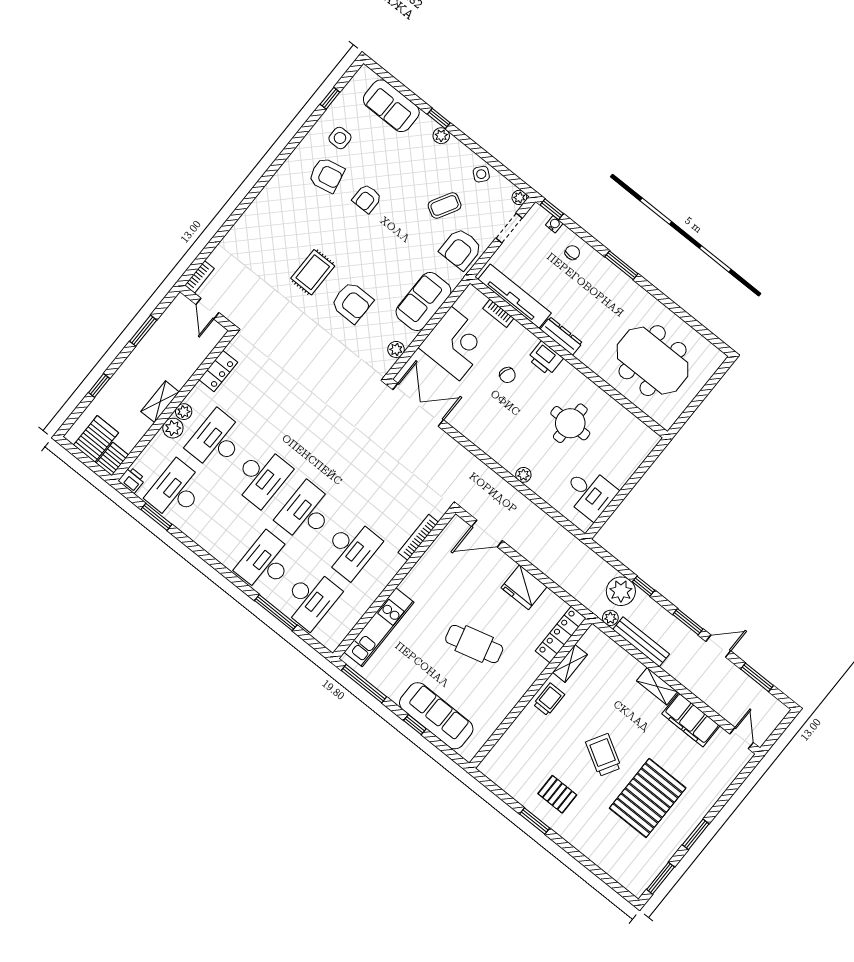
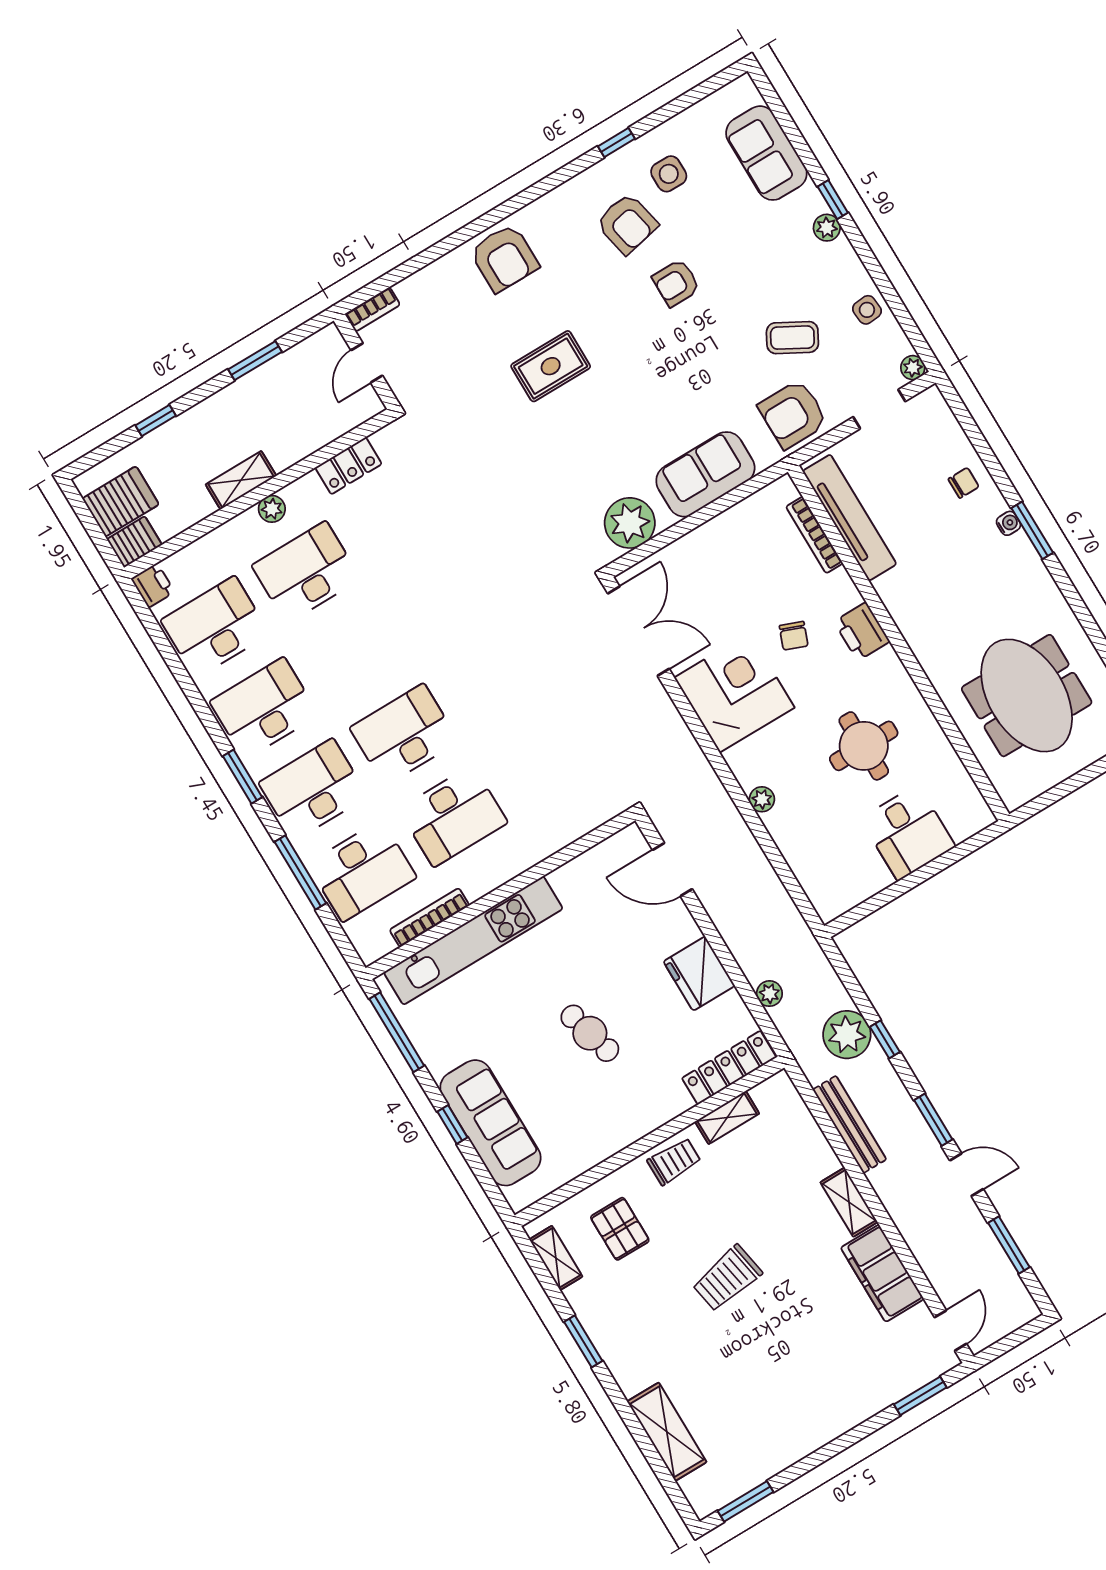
window: (330, 98) -> (616, 143), moved
side table: (481, 174) -> (867, 310), turned 45
window: (552, 209) -> (956, 404), removed
water cooler: (554, 224) -> (1008, 523), moved
armchair: (352, 302) -> (504, 258), moved
bookcase: (498, 313) -> (814, 535), width x1.56
dresser: (561, 336) -> (899, 606), removed
corner desk: (455, 344) -> (734, 693), moved, turned -90
plant: (396, 349) -> (630, 523), width x1.87, depth x1.87
plant: (173, 428) -> (246, 528), removed
desk: (261, 477) -> (264, 708), moved, turned 180
desk: (590, 493) -> (908, 833), moved
window: (156, 517) -> (243, 777), moved
bookcase: (418, 537) -> (429, 918), moved
plant: (610, 618) -> (769, 994), moved
kitchen unit: (379, 627) -> (473, 940), width x1.36
cafe table: (474, 644) -> (590, 1033), width x0.73, depth x0.74
trolley: (603, 755) -> (727, 1278), turned -130
shelving: (502, 779) -> (556, 1258), added
pallet: (557, 794) -> (620, 1229), moved
pallet: (648, 798) -> (771, 1370), removed
window: (696, 834) -> (920, 1396), moved
shelving: (601, 855) -> (667, 1432), added

